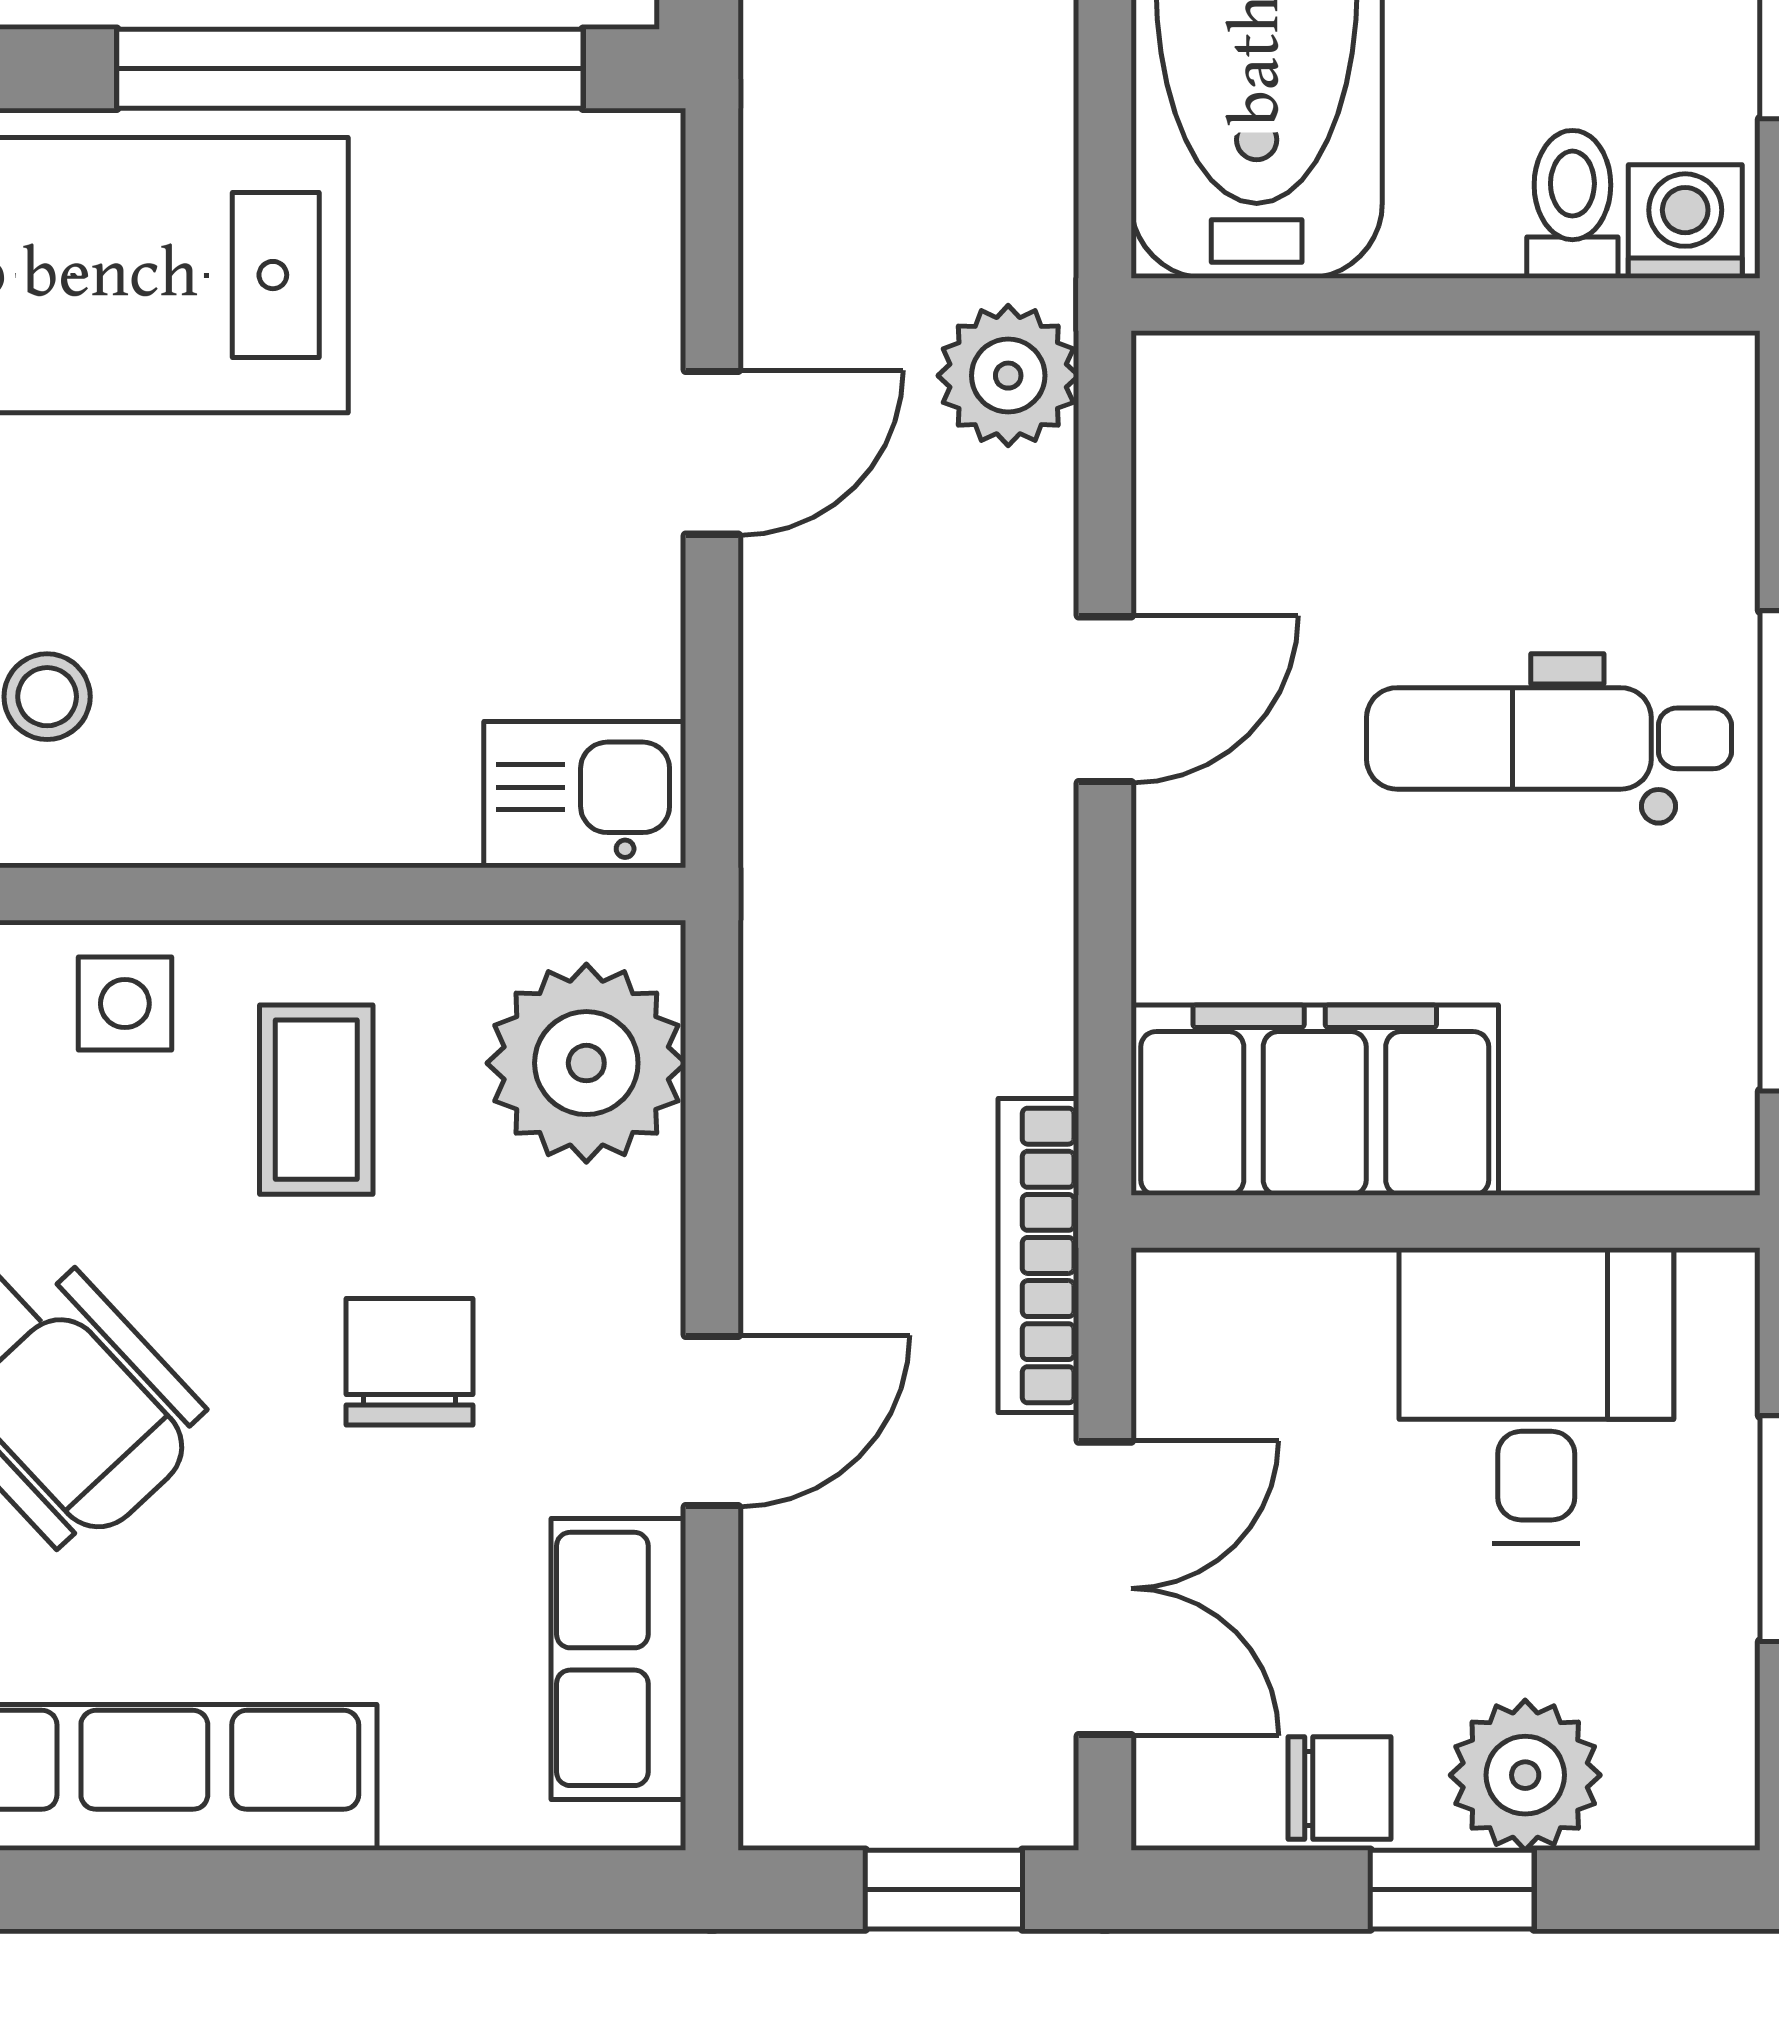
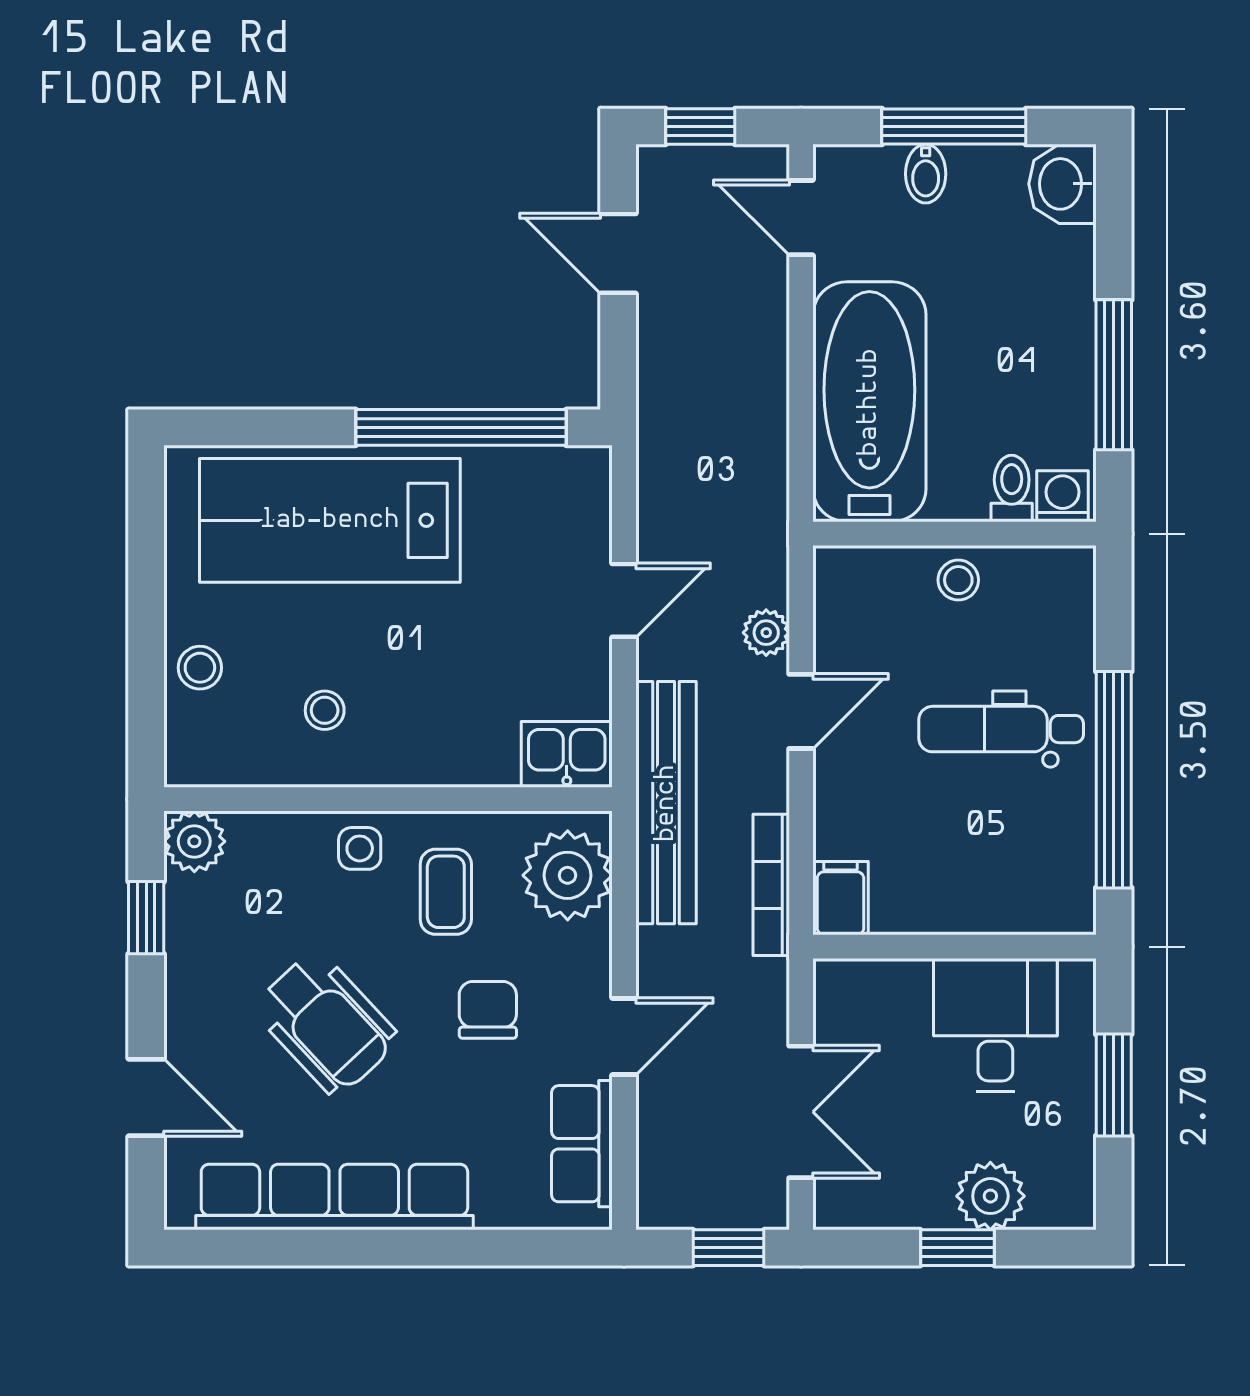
plant: (1008, 376) -> (766, 633), moved, width x0.73, depth x0.73
stool: (1454, 408) -> (958, 580), added
bench: (805, 902) -> (666, 803), added
filing cabinet: (1315, 1100) -> (840, 898), width x0.33, depth x0.86
bookcase: (1038, 1255) -> (771, 885), moved
chair: (1340, 1788) -> (907, 1202), removed

